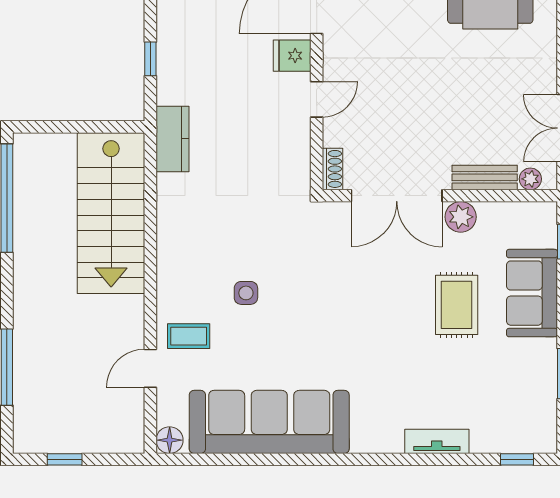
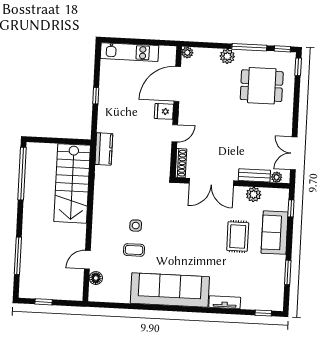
window: (150, 59) -> (96, 96), moved
shoe rack: (332, 169) -> (181, 163), width x1.43
plant: (461, 217) -> (254, 194), moved
coffee table: (189, 336) -> (134, 250), moved
sofa: (269, 422) -> (170, 290), moved
floor lamp: (170, 440) -> (96, 278), moved

